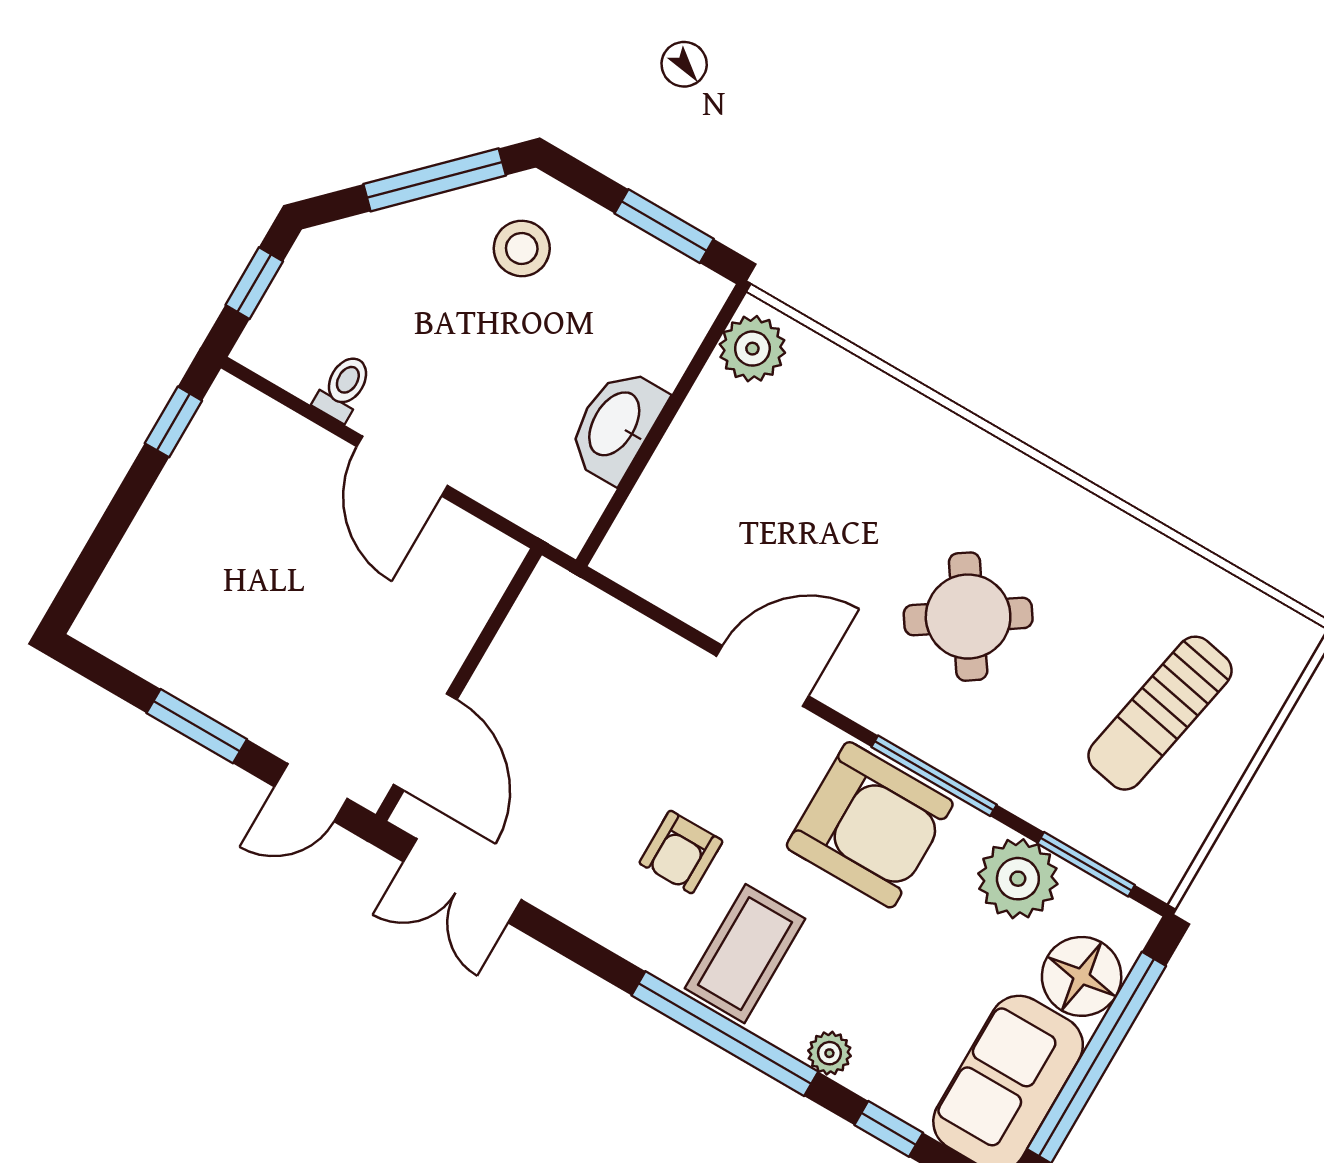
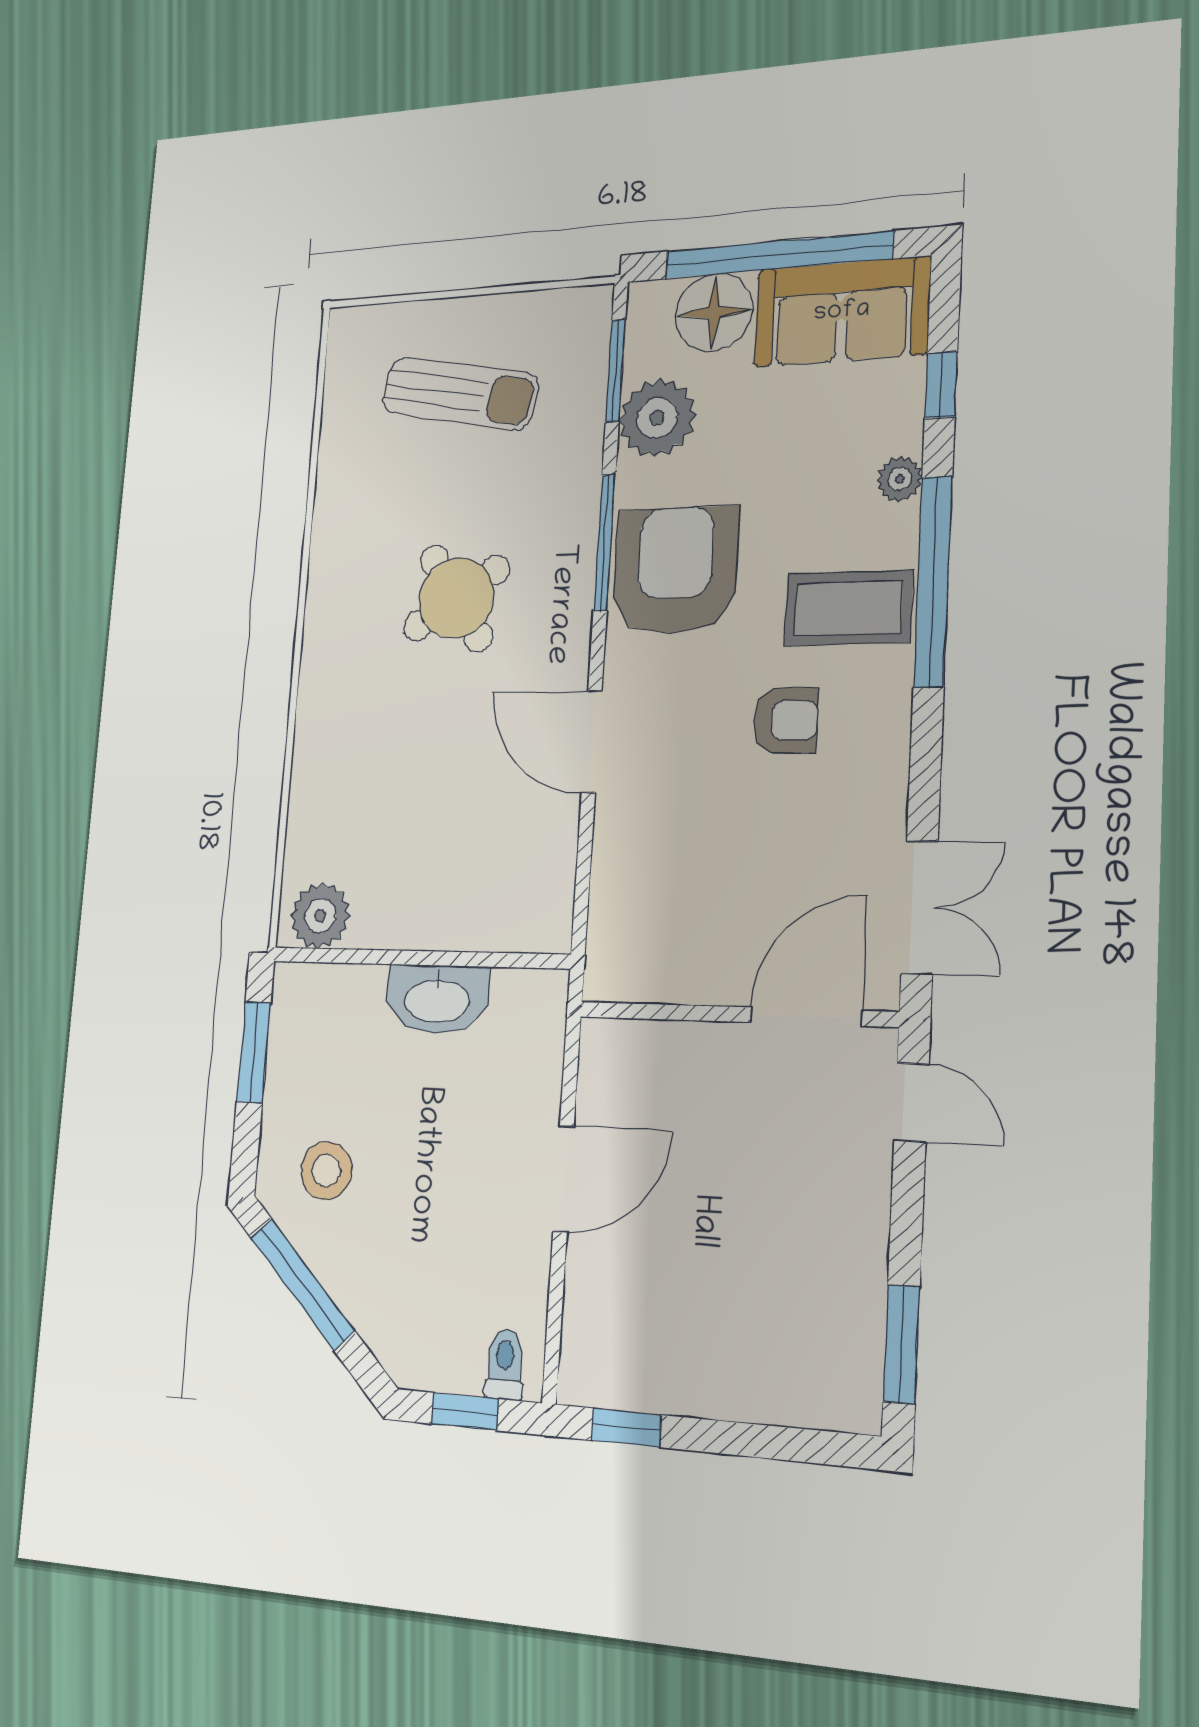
toilet: (343, 387) -> (505, 1365), moved, turned 90
window: (197, 726) -> (901, 1344), moved

